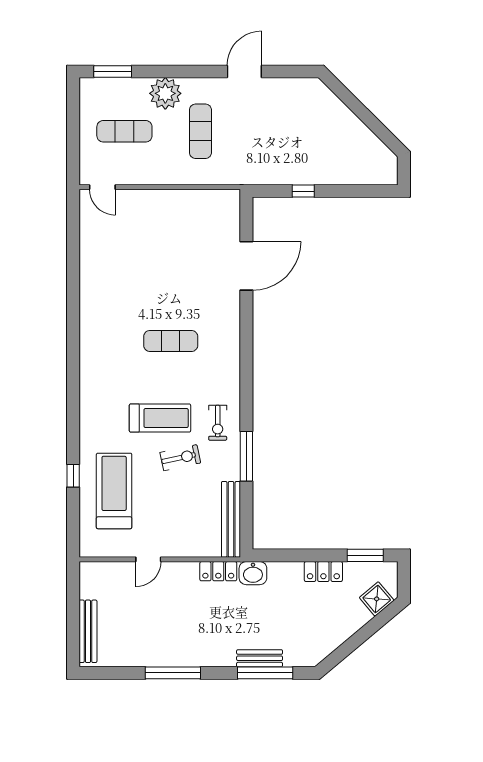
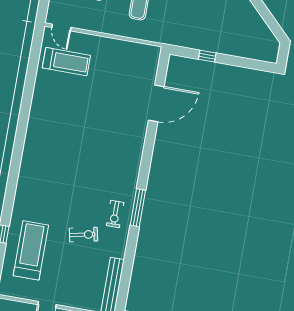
exercise mat: (171, 341) -> (91, 148), removed
treadmill: (160, 418) -> (66, 62), moved
window: (246, 456) -> (138, 208), moved

